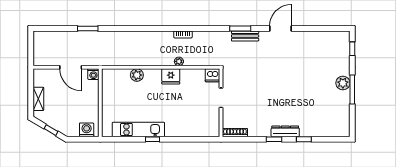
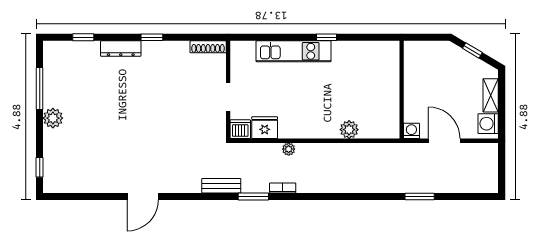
window: (240, 28) -> (253, 197), moved
bench: (245, 36) -> (221, 186), moved
fridge: (171, 76) -> (265, 128), moved
window: (352, 90) -> (40, 88), moved
kitchen unit: (138, 129) -> (293, 51), moved
washing machine: (87, 130) -> (488, 124), moved, turned 90
dresser: (285, 131) -> (121, 49), moved
window: (304, 139) -> (83, 37), moved

